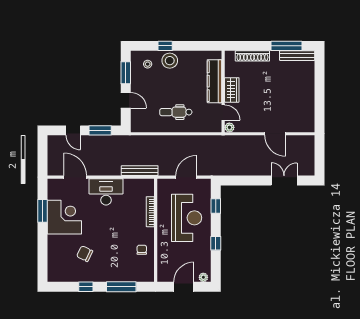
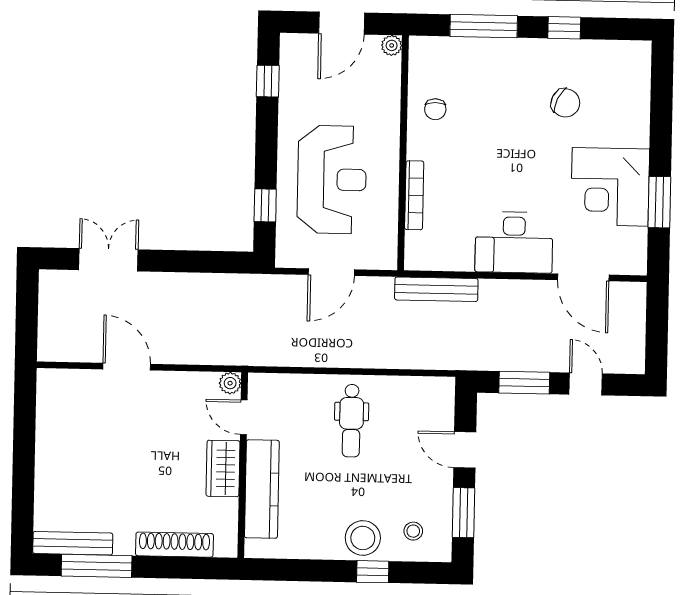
dental chair: (176, 112) -> (351, 421), turned 90
double door: (284, 181) -> (108, 260), swing flipped
reception desk: (187, 218) -> (332, 180), turned 180
window: (216, 243) -> (268, 81), moved
plant: (203, 277) -> (392, 45), moved

